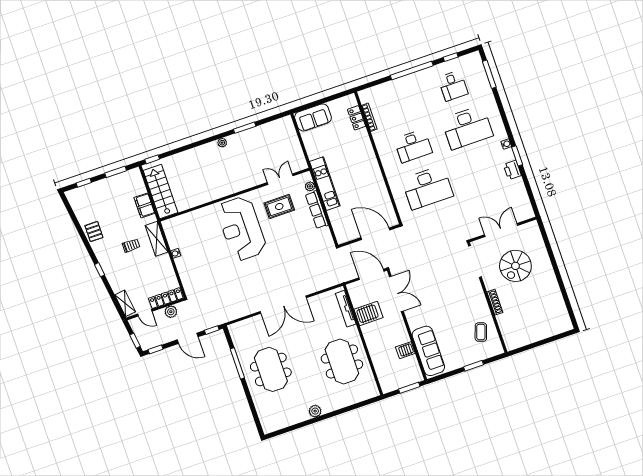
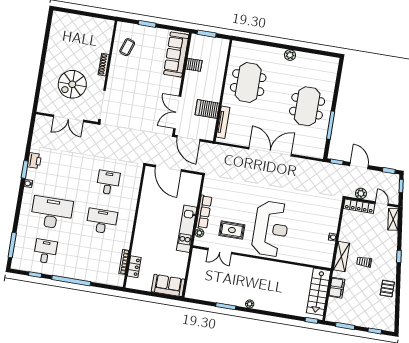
desk: (427, 188) -> (108, 183), width x0.53, depth x0.77
spiral stairs: (515, 266) -> (72, 84), turned 180

